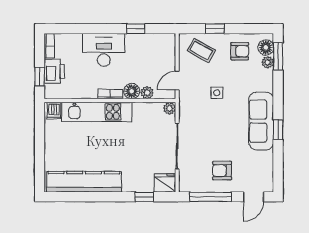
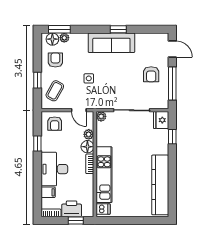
filing cabinet: (75, 42) -> (48, 192), added
armchair: (160, 50) -> (55, 124), added

